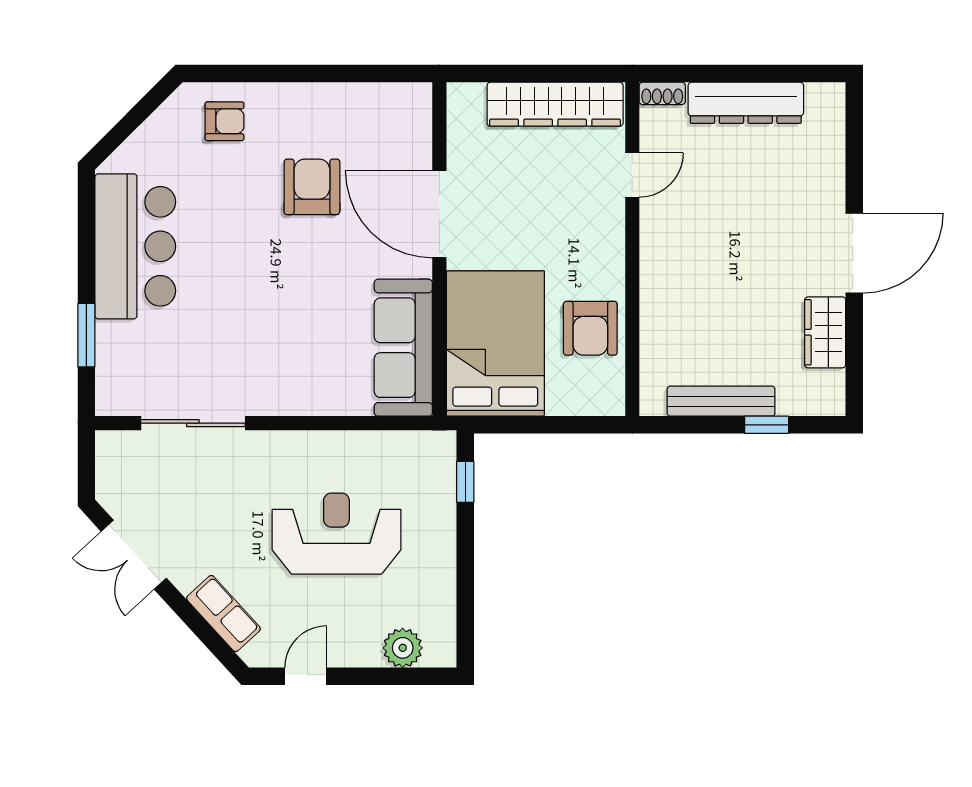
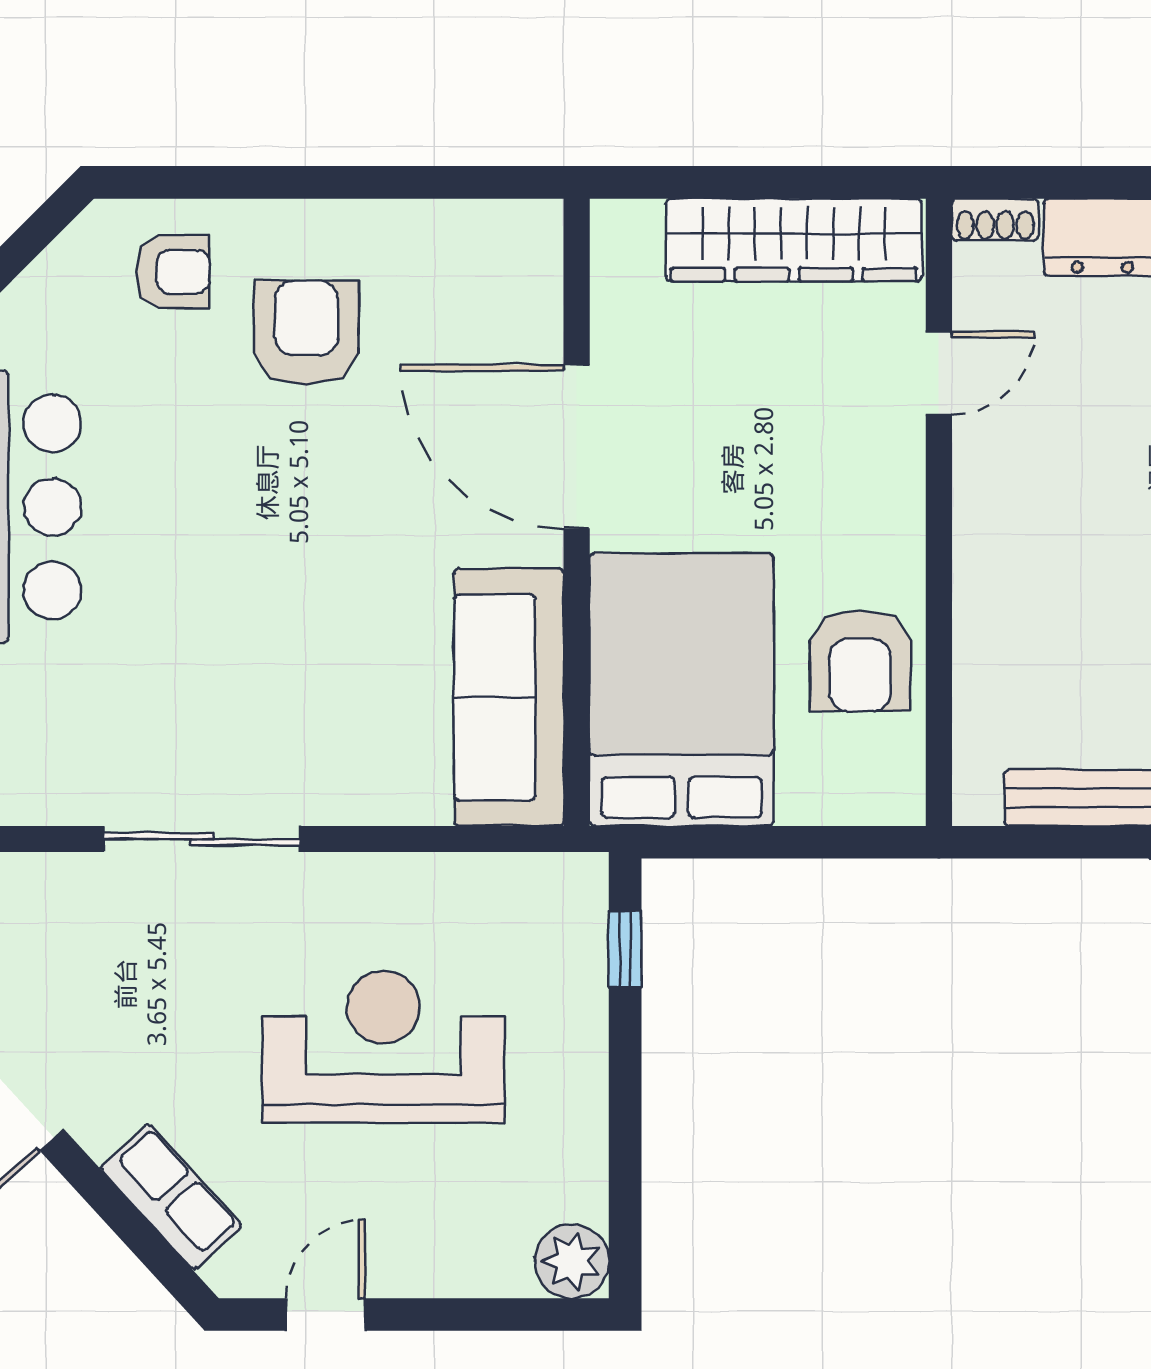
armchair: (312, 187) -> (306, 333), moved
sliding door: (193, 423) -> (202, 839), moved
plant: (403, 648) -> (572, 1261), moved

